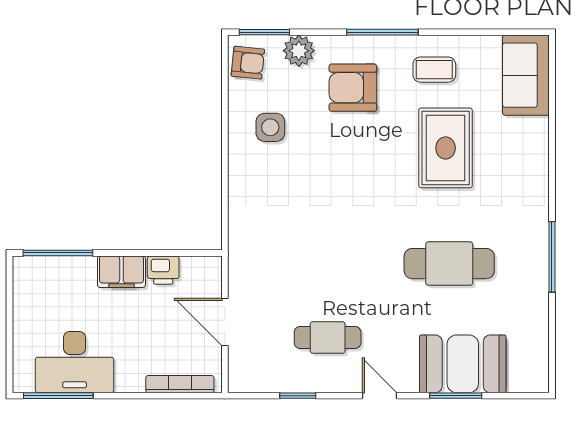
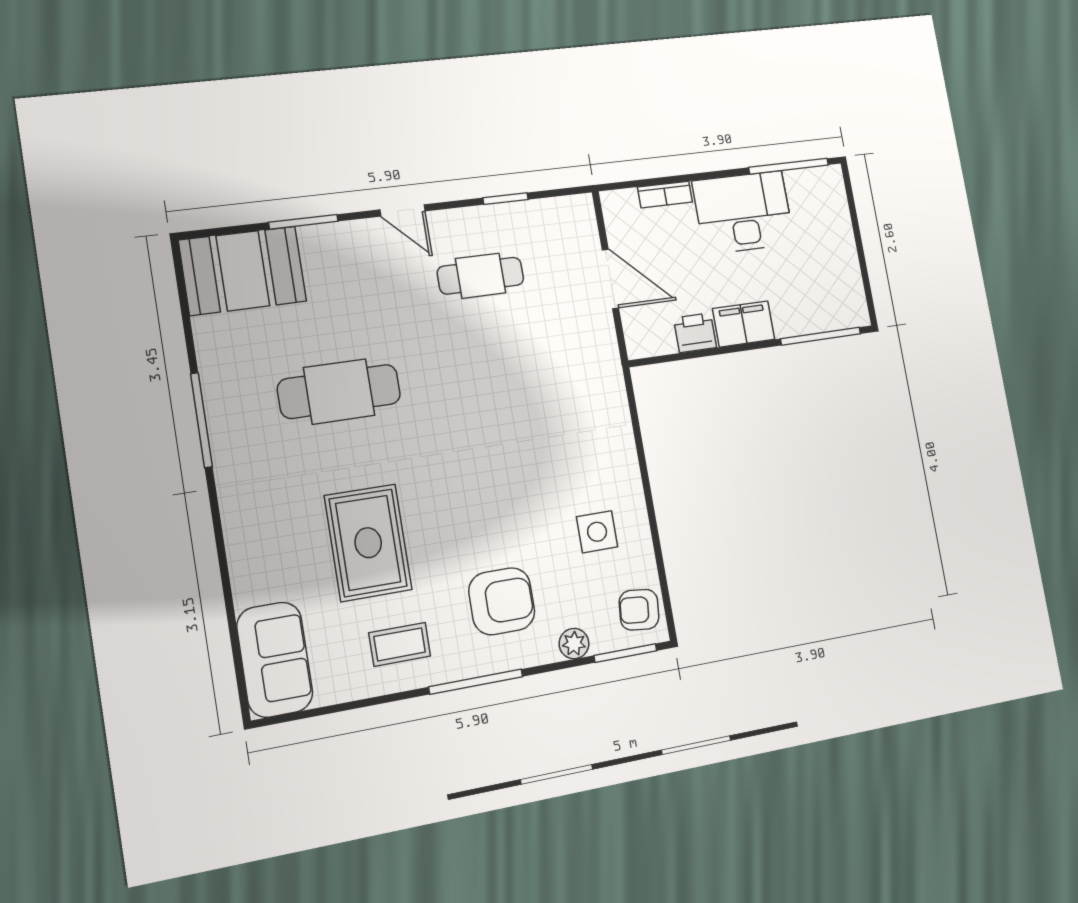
plant: (299, 51) -> (574, 644), width x0.73, depth x0.73
desk: (75, 362) -> (743, 212), moved
booth: (463, 364) -> (243, 271), moved
bookcase: (180, 384) -> (665, 195), width x0.64

